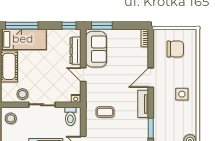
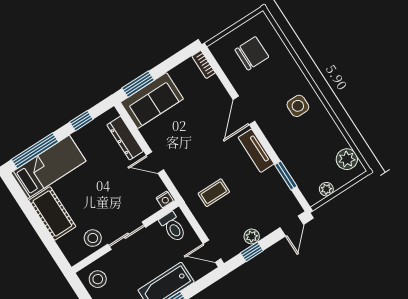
window: (69, 26) -> (81, 121), moved
sofa: (96, 49) -> (152, 101), moved, turned 90

